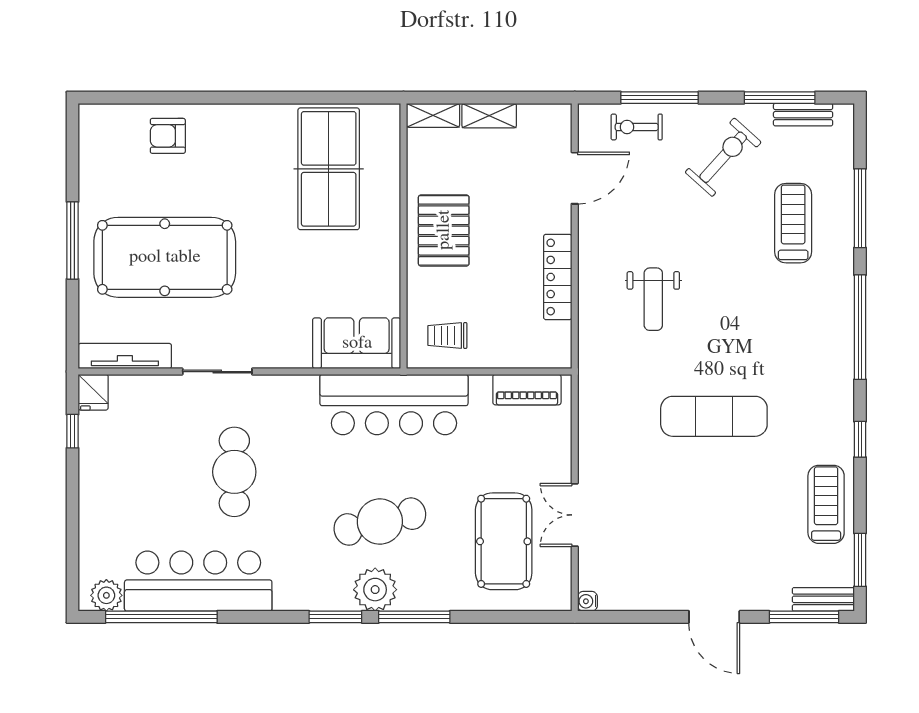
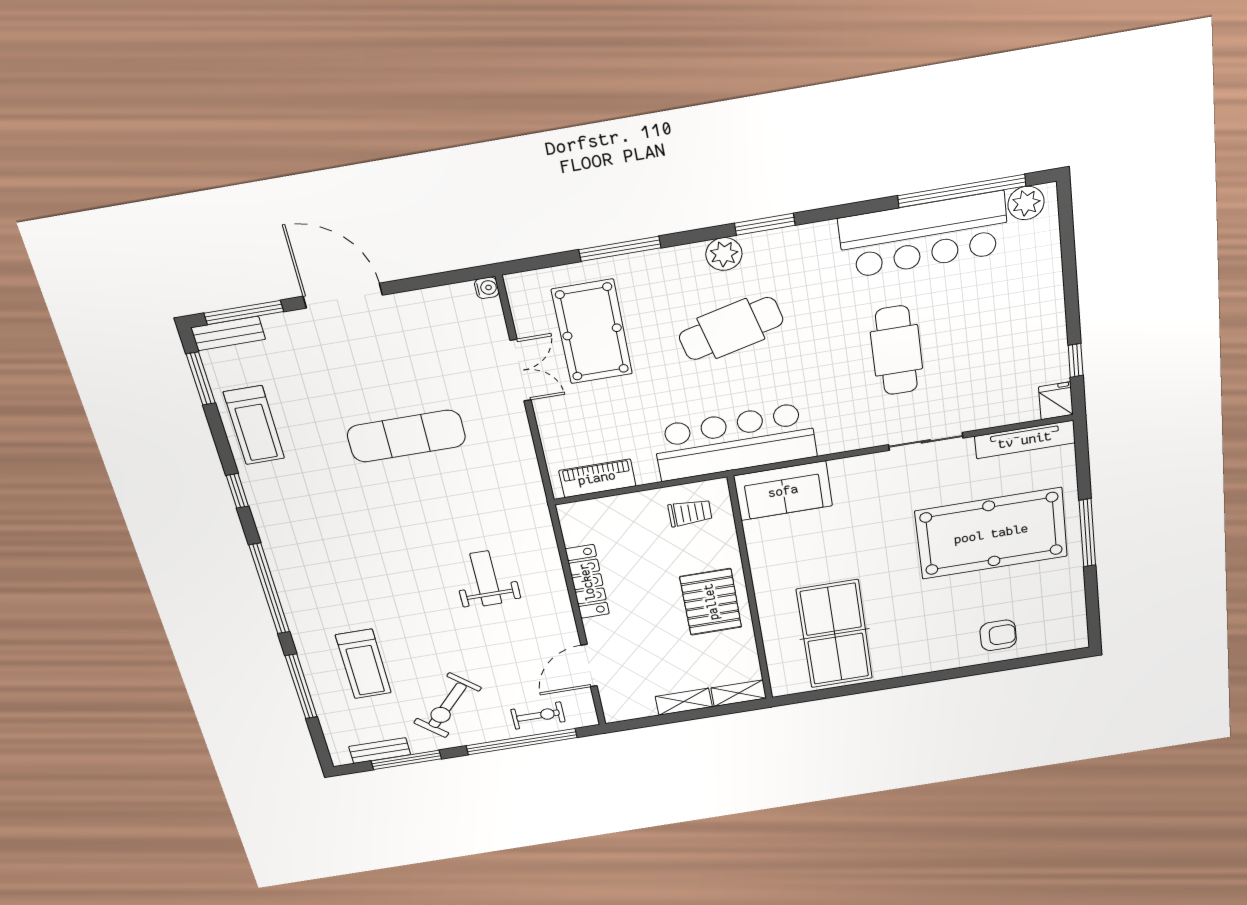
window: (660, 98) -> (522, 742), width x1.46
exercise mat: (714, 416) -> (406, 436), moved
plant: (375, 590) -> (724, 254), width x0.73, depth x0.73
window: (414, 617) -> (620, 249), moved
door: (714, 617) -> (343, 296), width x1.36

